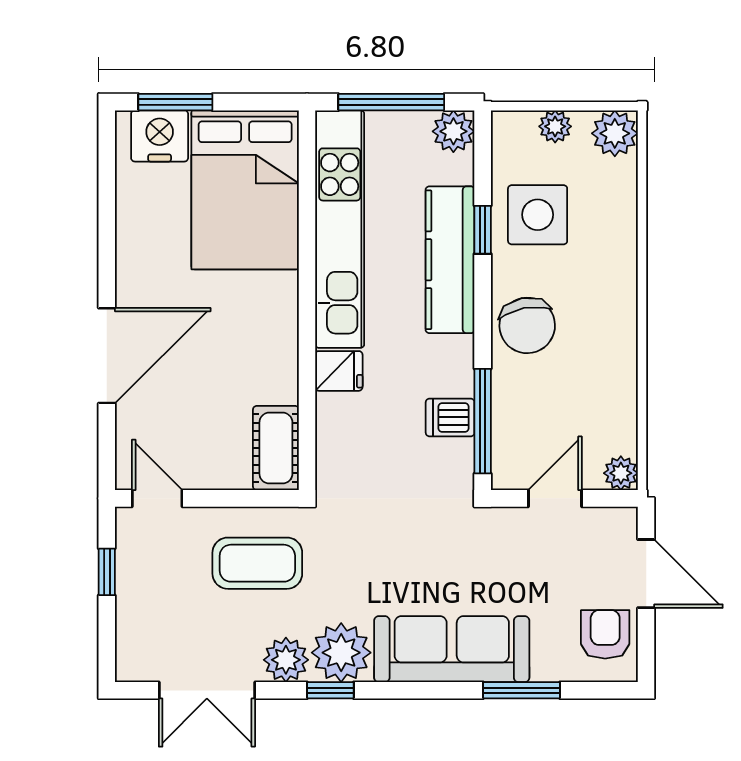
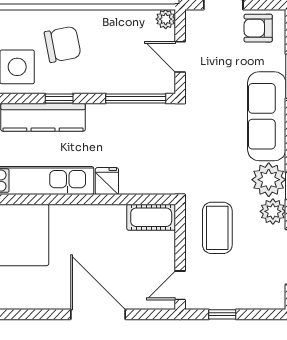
window: (483, 230) -> (59, 98), moved
chair: (527, 325) -> (63, 44), moved
dishwasher: (450, 417) -> (134, 117), removed

